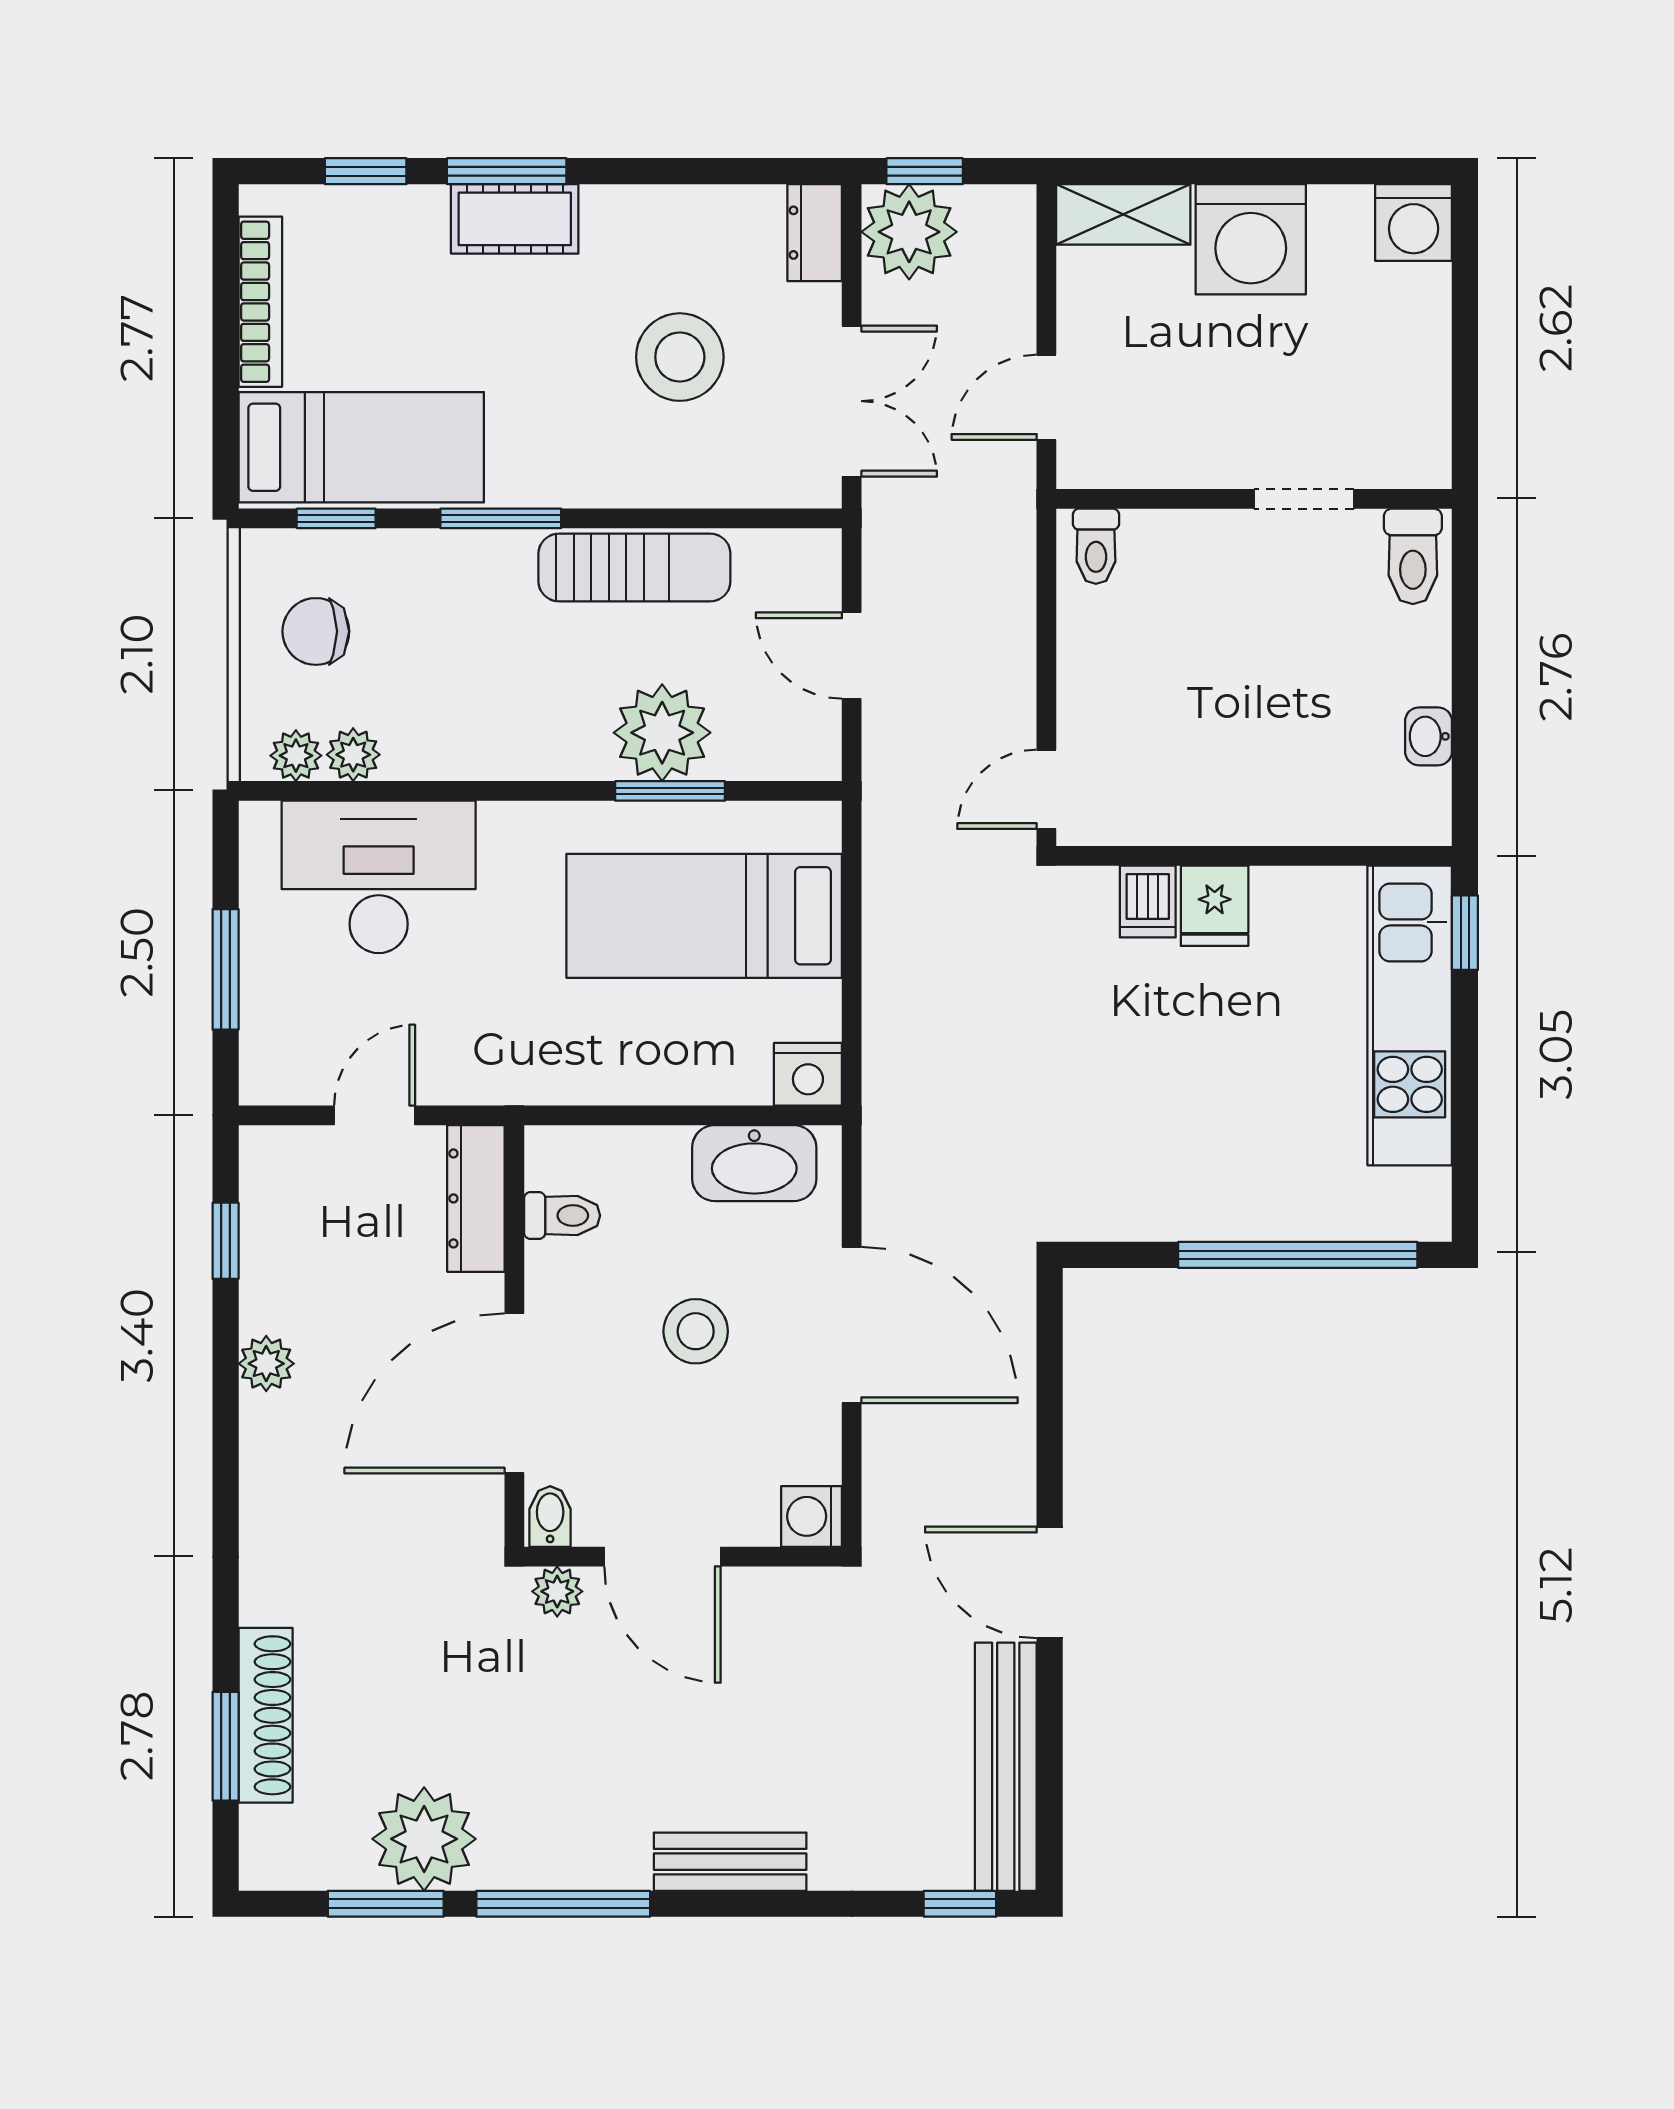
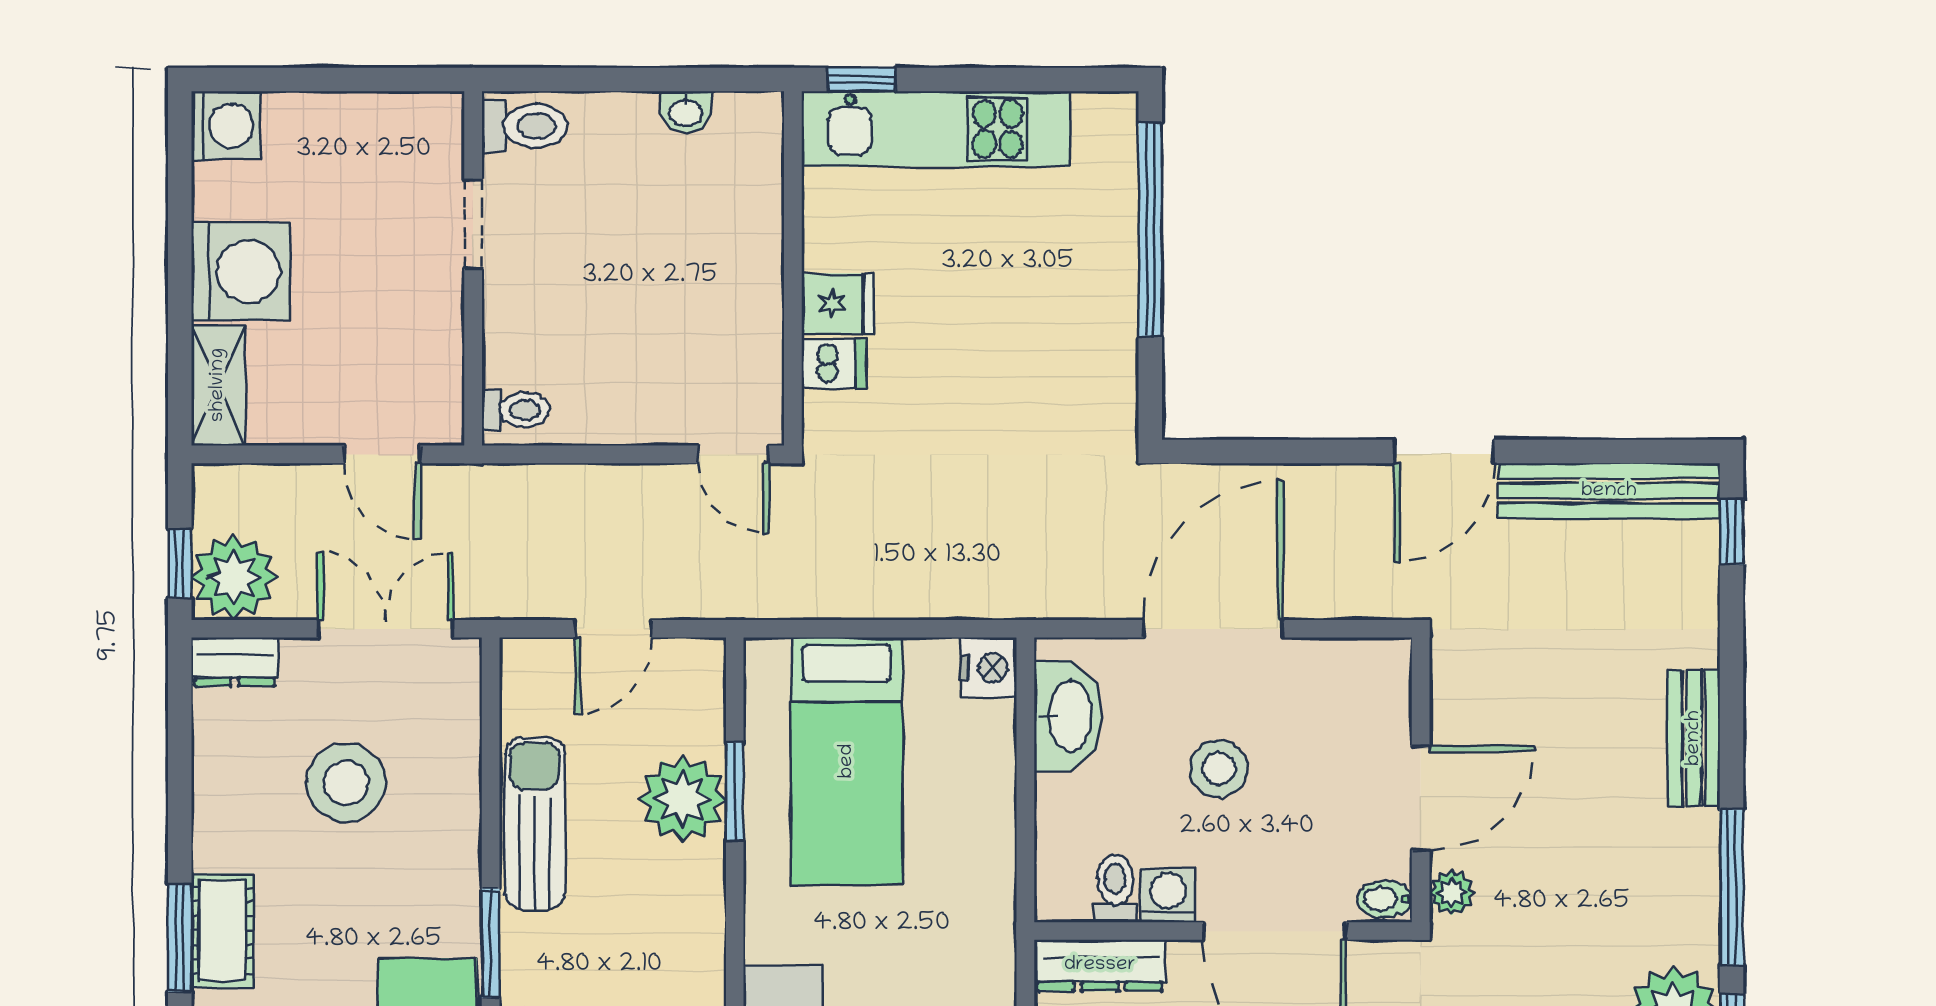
washing machine: (812, 1516) -> (1168, 895), moved, turned 180

